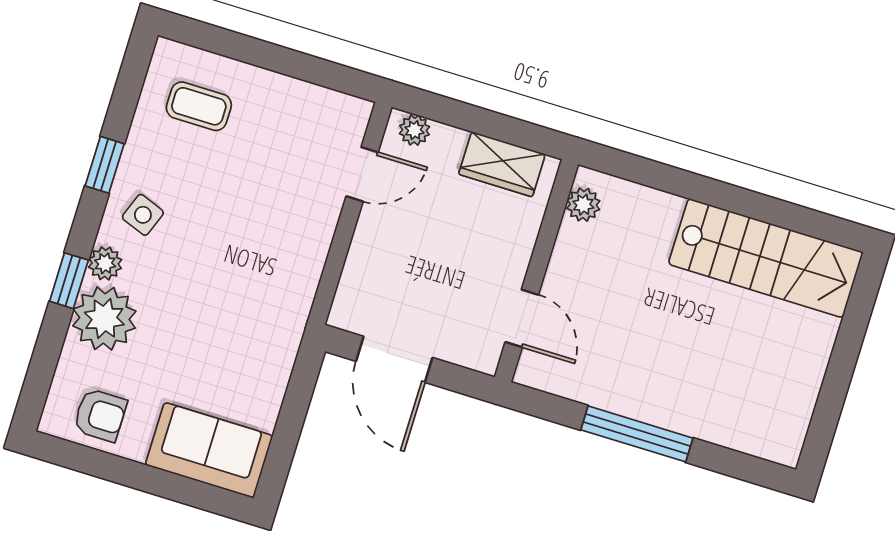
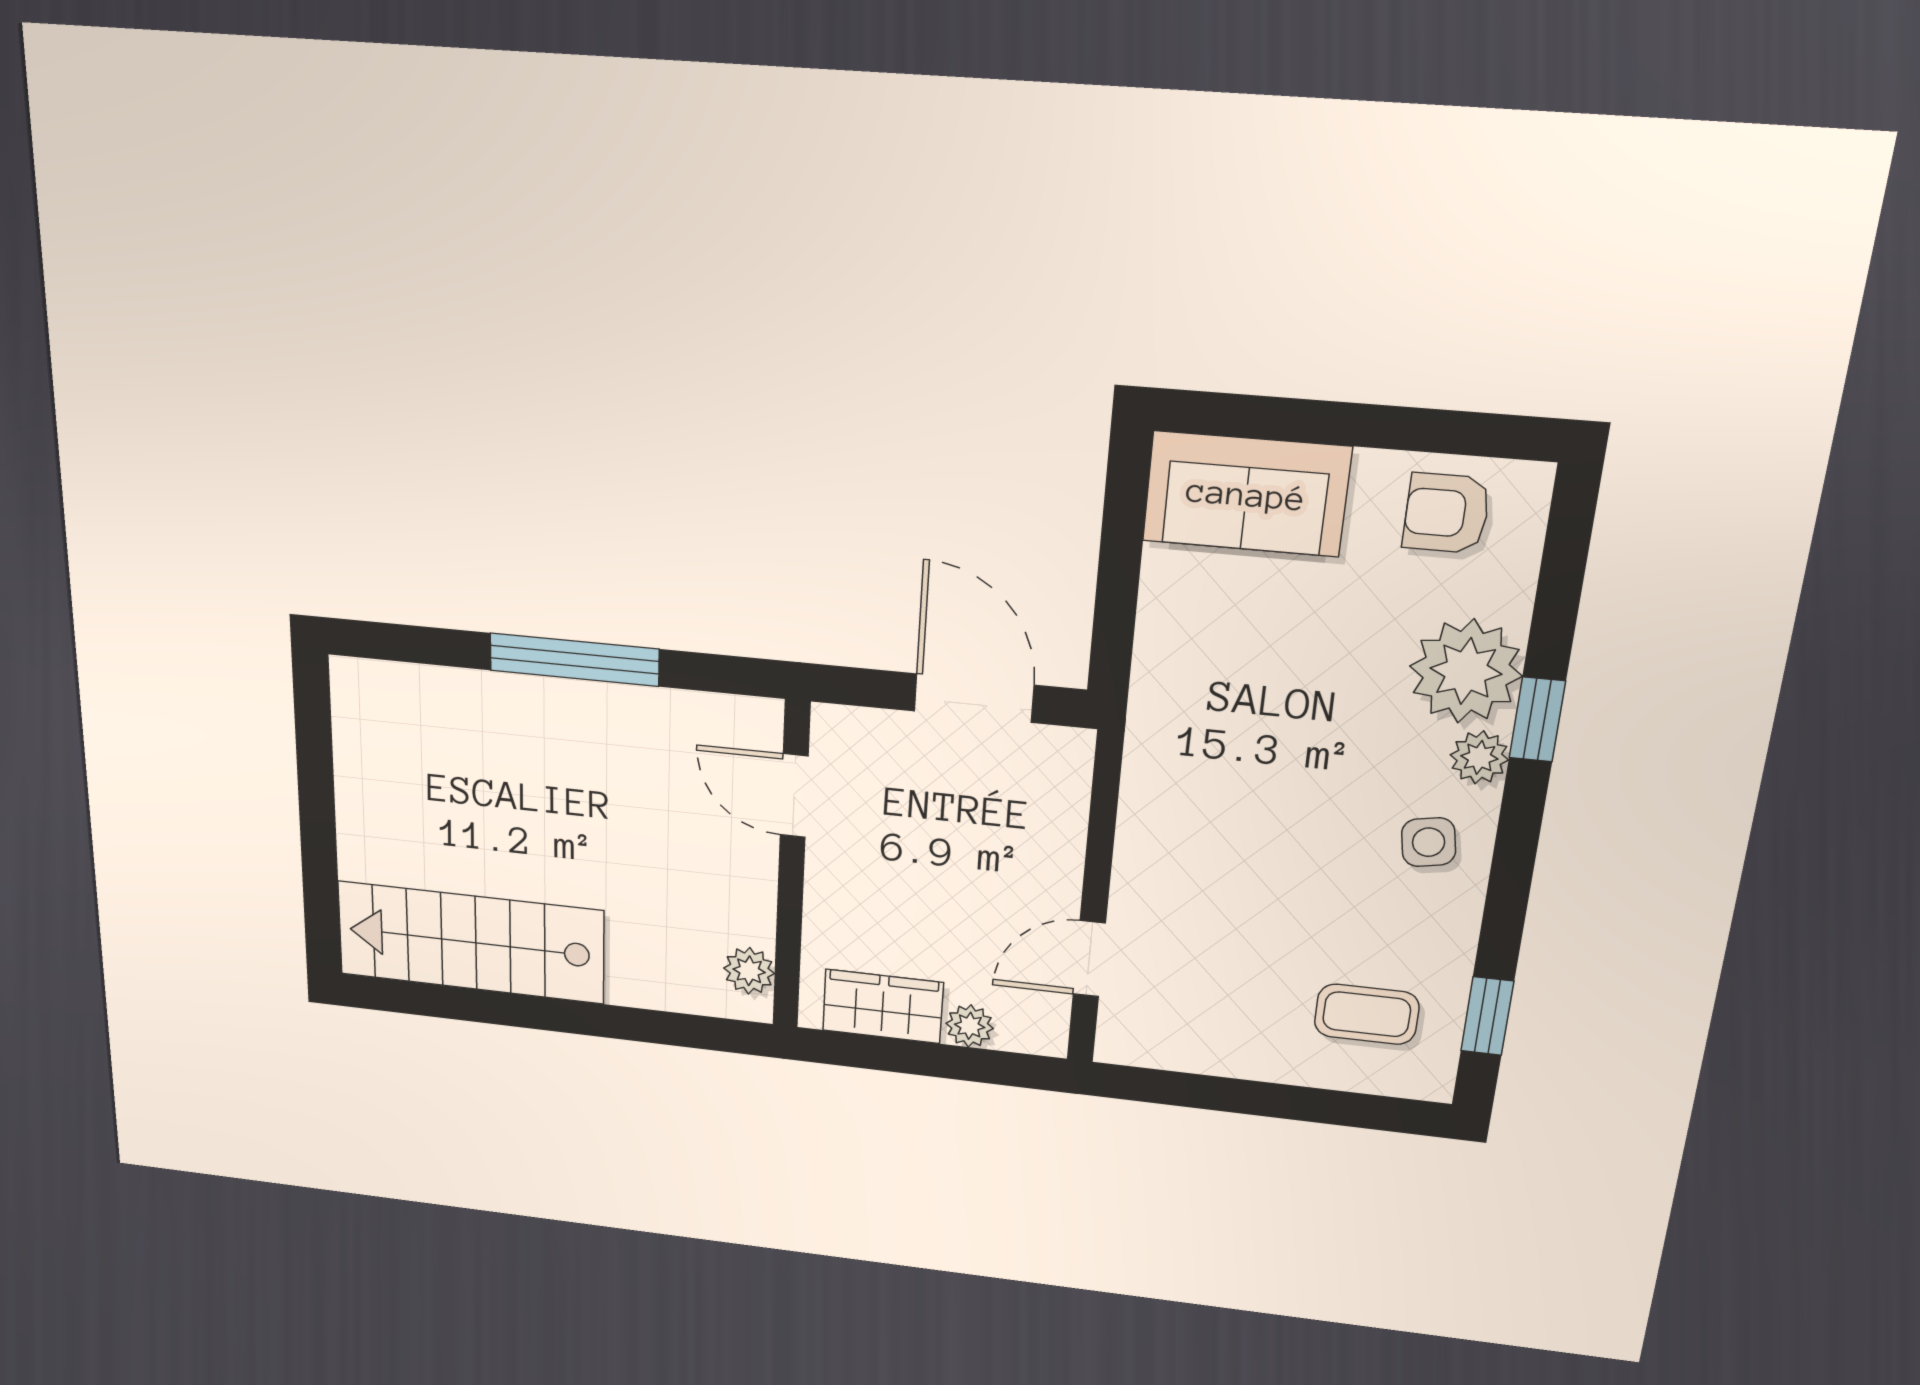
plant: (414, 130) -> (970, 1026), moved
window: (105, 165) -> (1487, 1016), moved
side table: (143, 215) -> (1429, 842), turned -31

